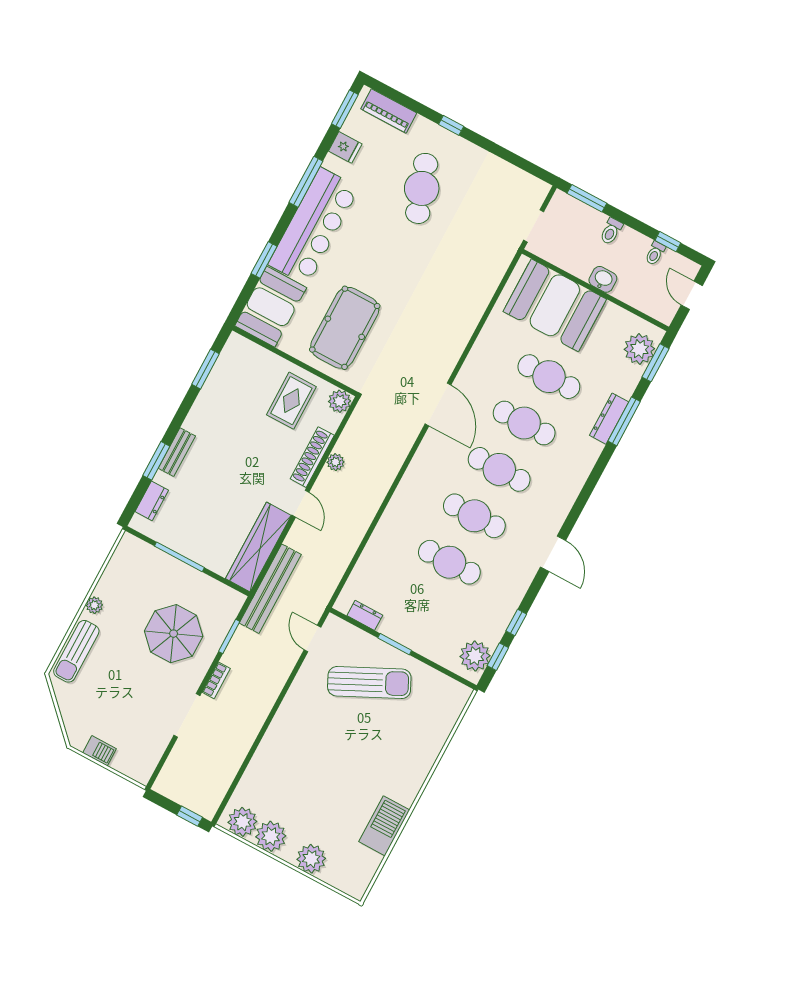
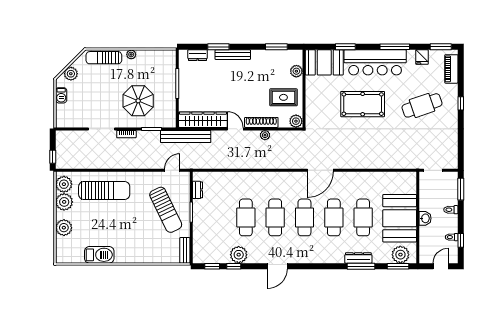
booth: (555, 305) -> (400, 218), moved
pool table: (345, 328) -> (363, 104), moved
plant: (261, 358) -> (296, 71), added
bench: (177, 452) -> (233, 55), width x1.36
door: (300, 504) -> (235, 129), swing flipped
plant: (475, 656) -> (239, 255), moved
bench: (450, 687) -> (185, 250), added
plant: (74, 717) -> (71, 74), added
sun lounger: (287, 763) -> (104, 191), added

